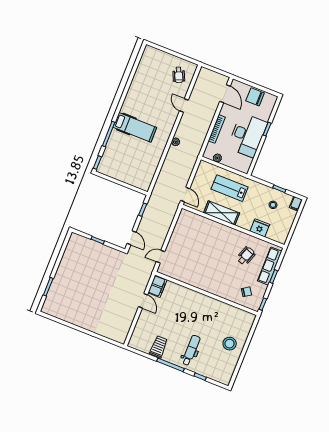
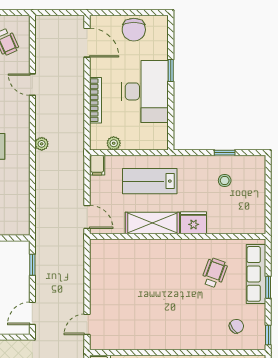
chair: (255, 97) -> (134, 30), turned -90
filing cabinet: (296, 204) -> (97, 165), moved
fridge: (260, 228) -> (194, 223), moved
door: (132, 238) -> (32, 313), swing flipped

